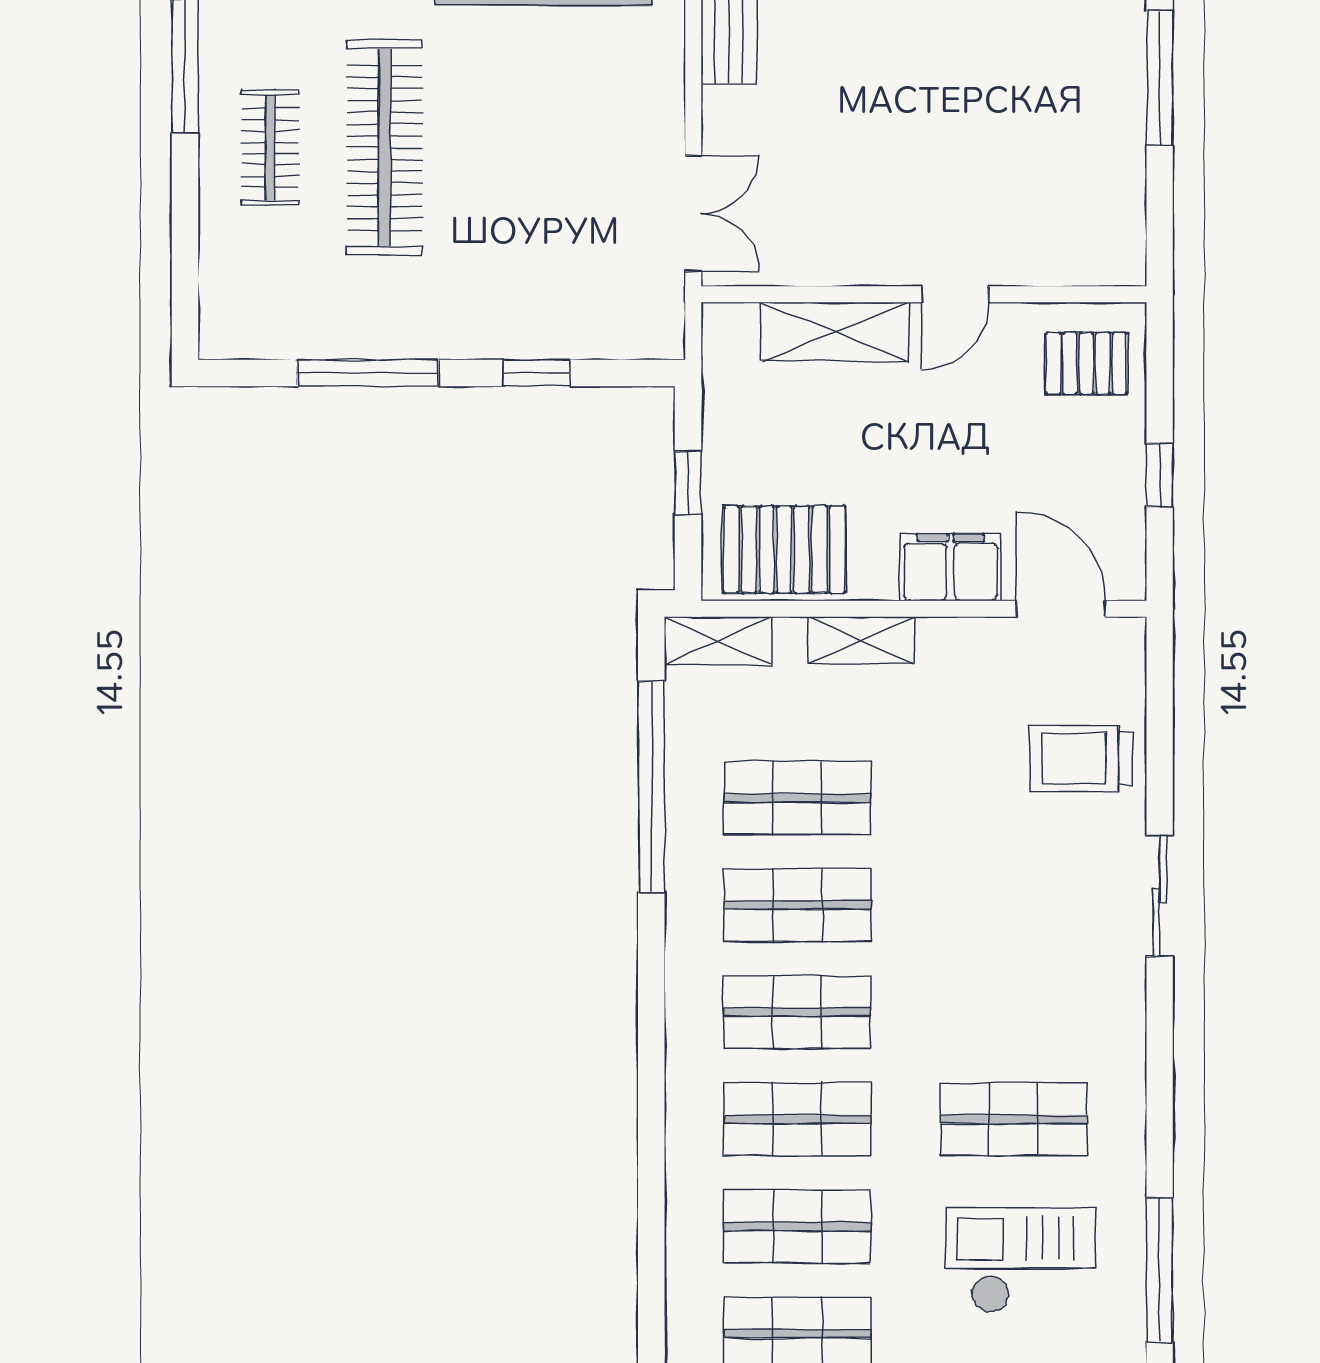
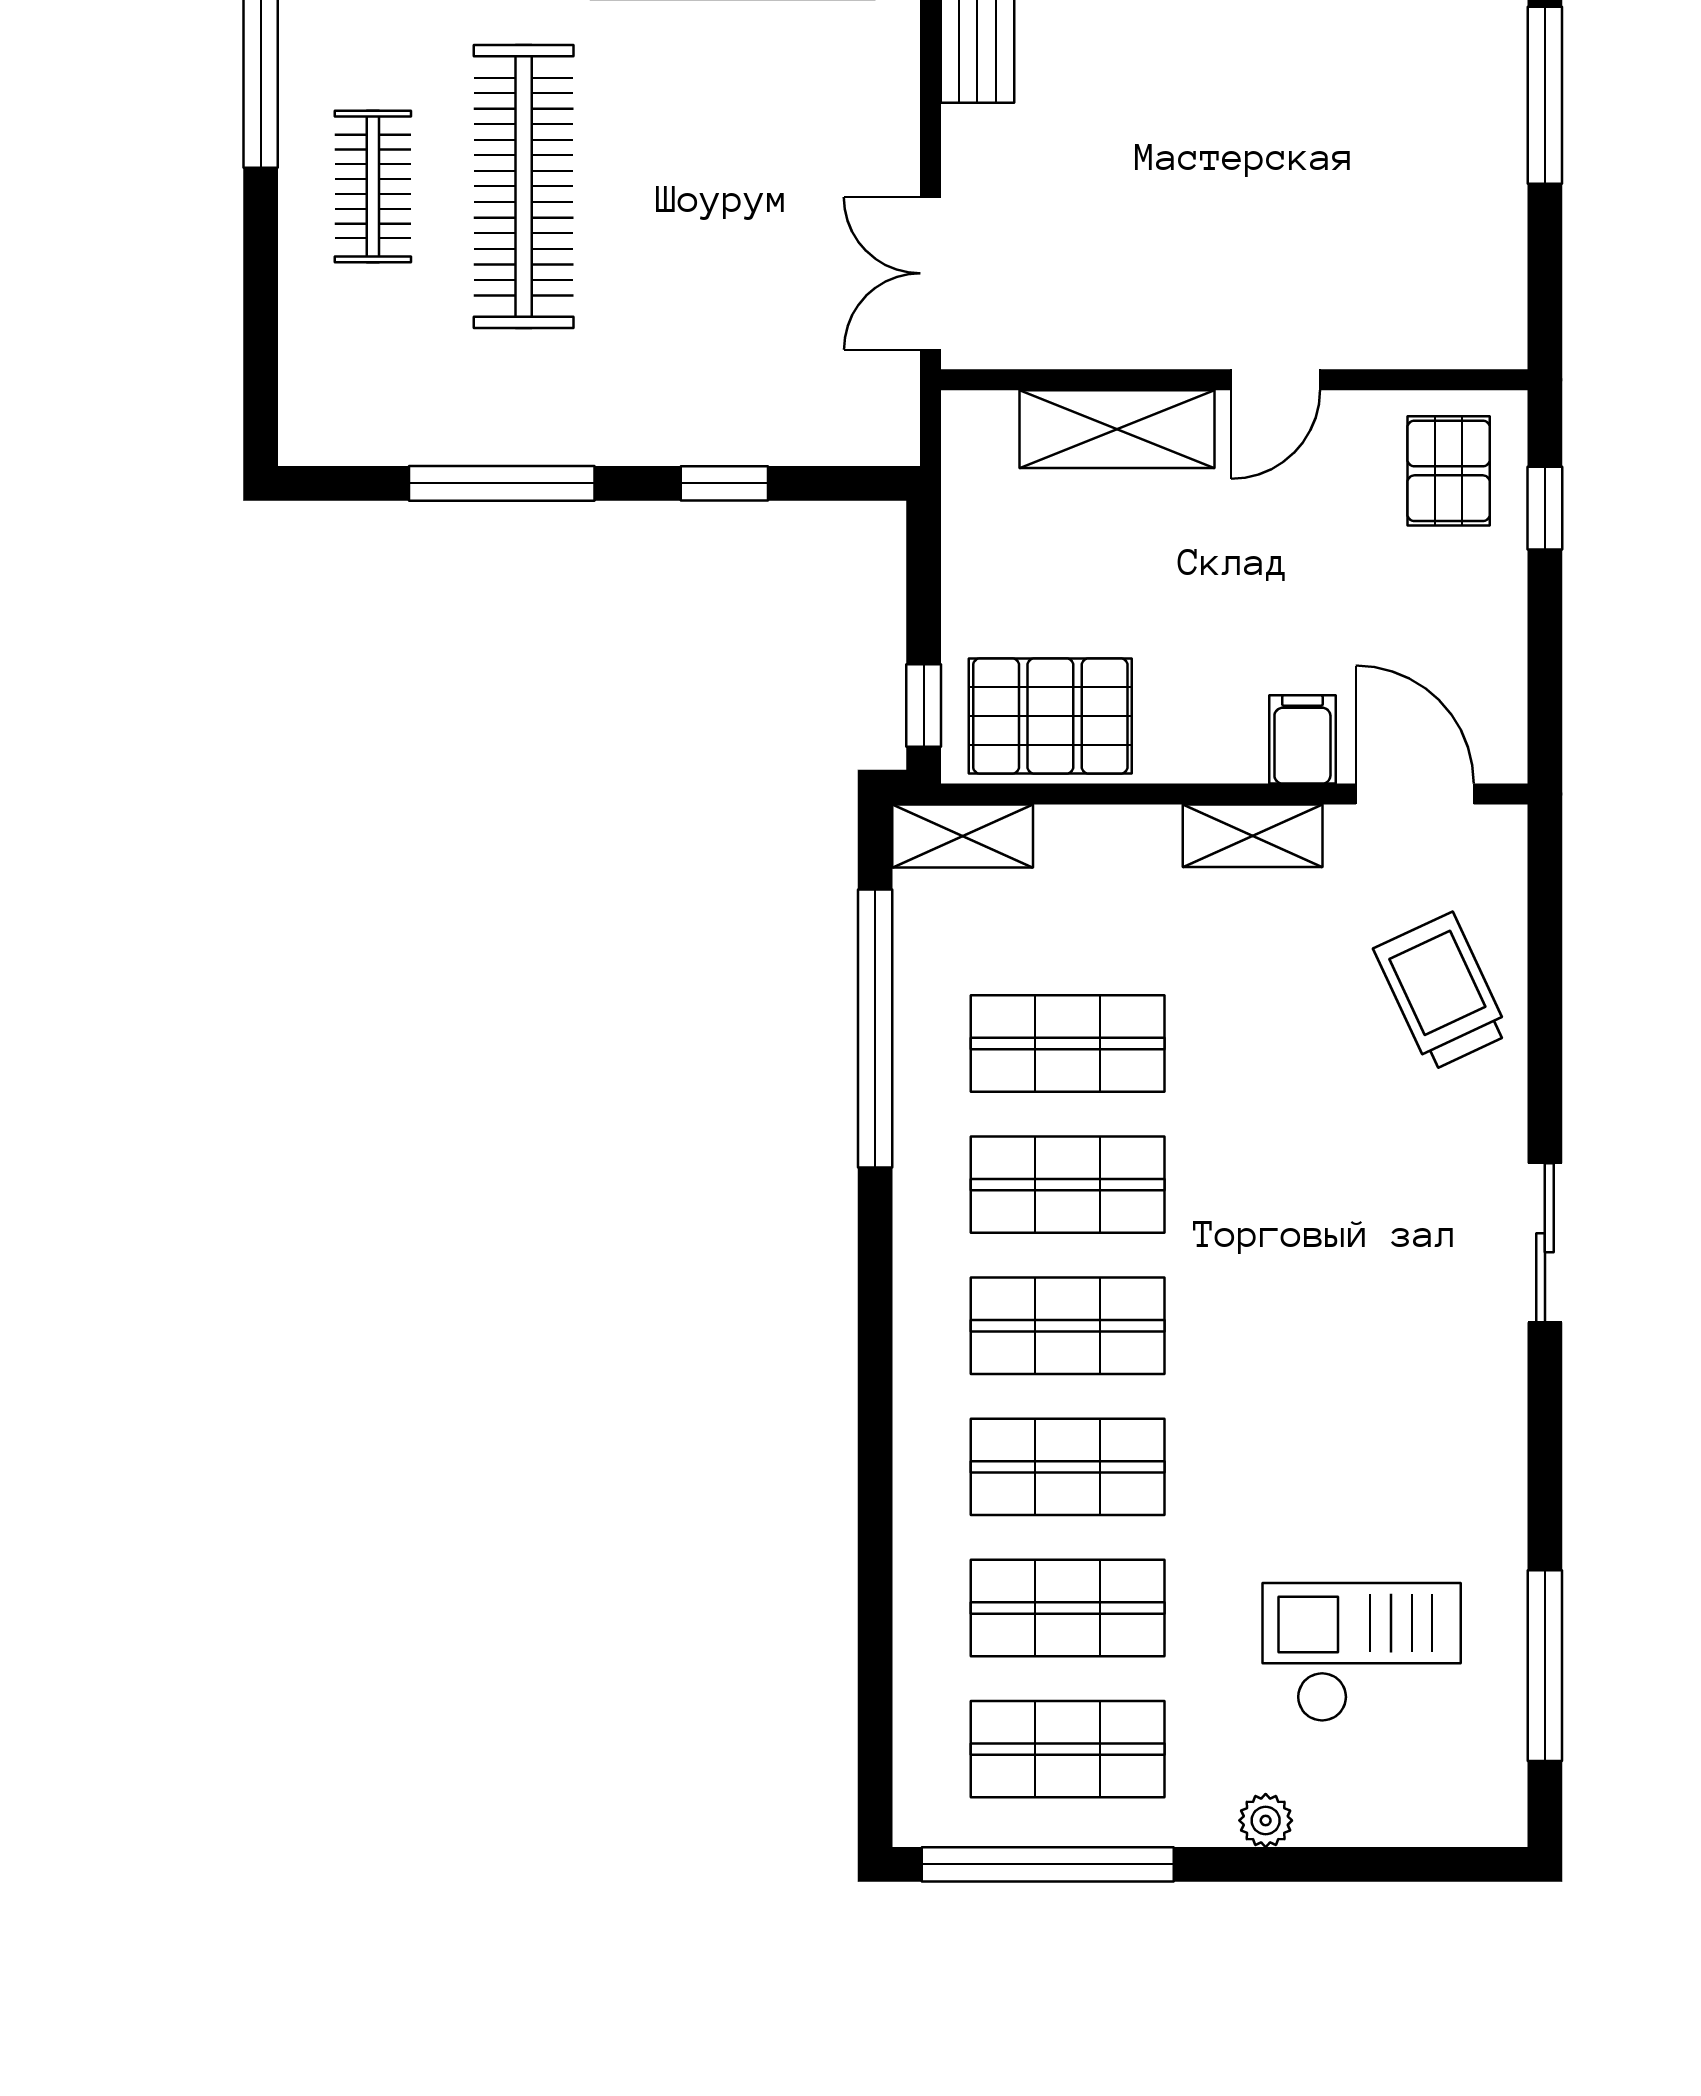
double door: (693, 214) -> (930, 273), swing flipped
pallet: (1087, 363) -> (1449, 471), turned 90
window: (1160, 475) -> (1545, 508), moved
window: (688, 483) -> (924, 706), moved
filing cabinet: (950, 567) -> (1302, 739), width x0.50
shelving: (861, 640) -> (1253, 836), moved
trolley: (1081, 758) -> (1441, 991), turned 65
sliding door: (1160, 896) -> (1545, 1243), moved
shop shelf: (1014, 1119) -> (1353, 1467), removed

